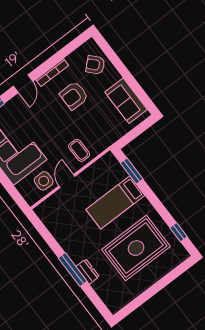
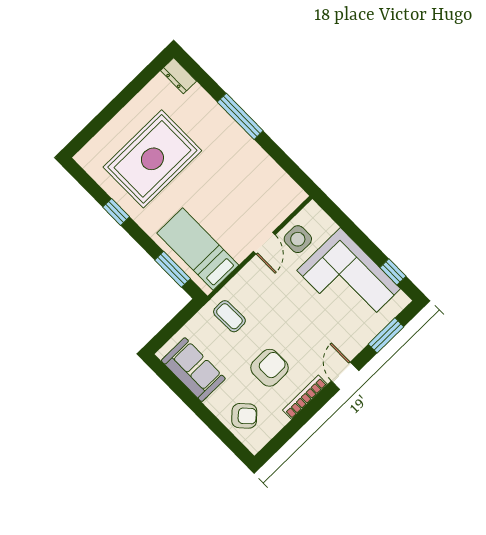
coffee table: (79, 150) -> (229, 316), moved
bed: (115, 202) -> (198, 249), moved, turned -90
window: (178, 232) -> (116, 212), moved
dresser: (88, 272) -> (178, 76), moved

